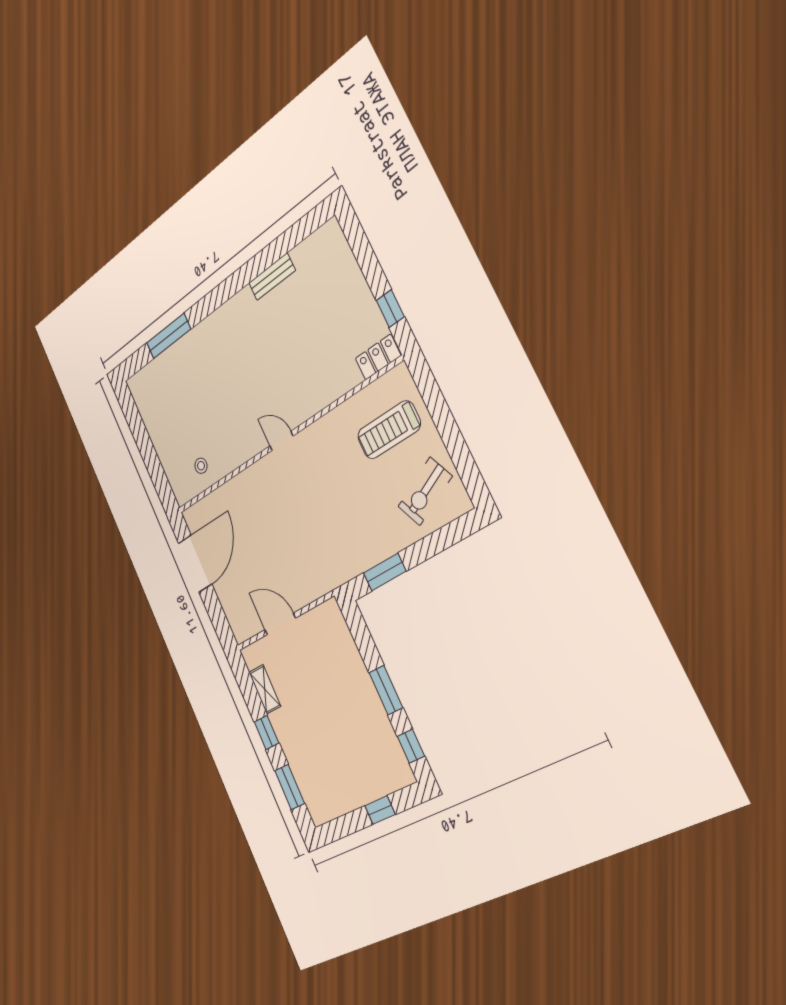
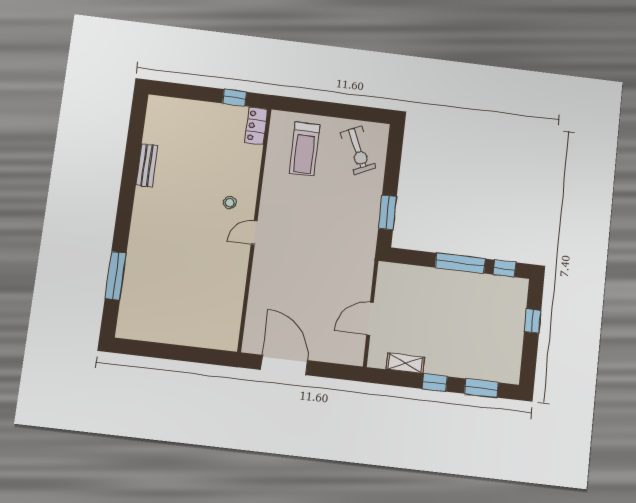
stool: (201, 466) -> (230, 203), moved
window: (386, 690) -> (460, 263), width x1.44

